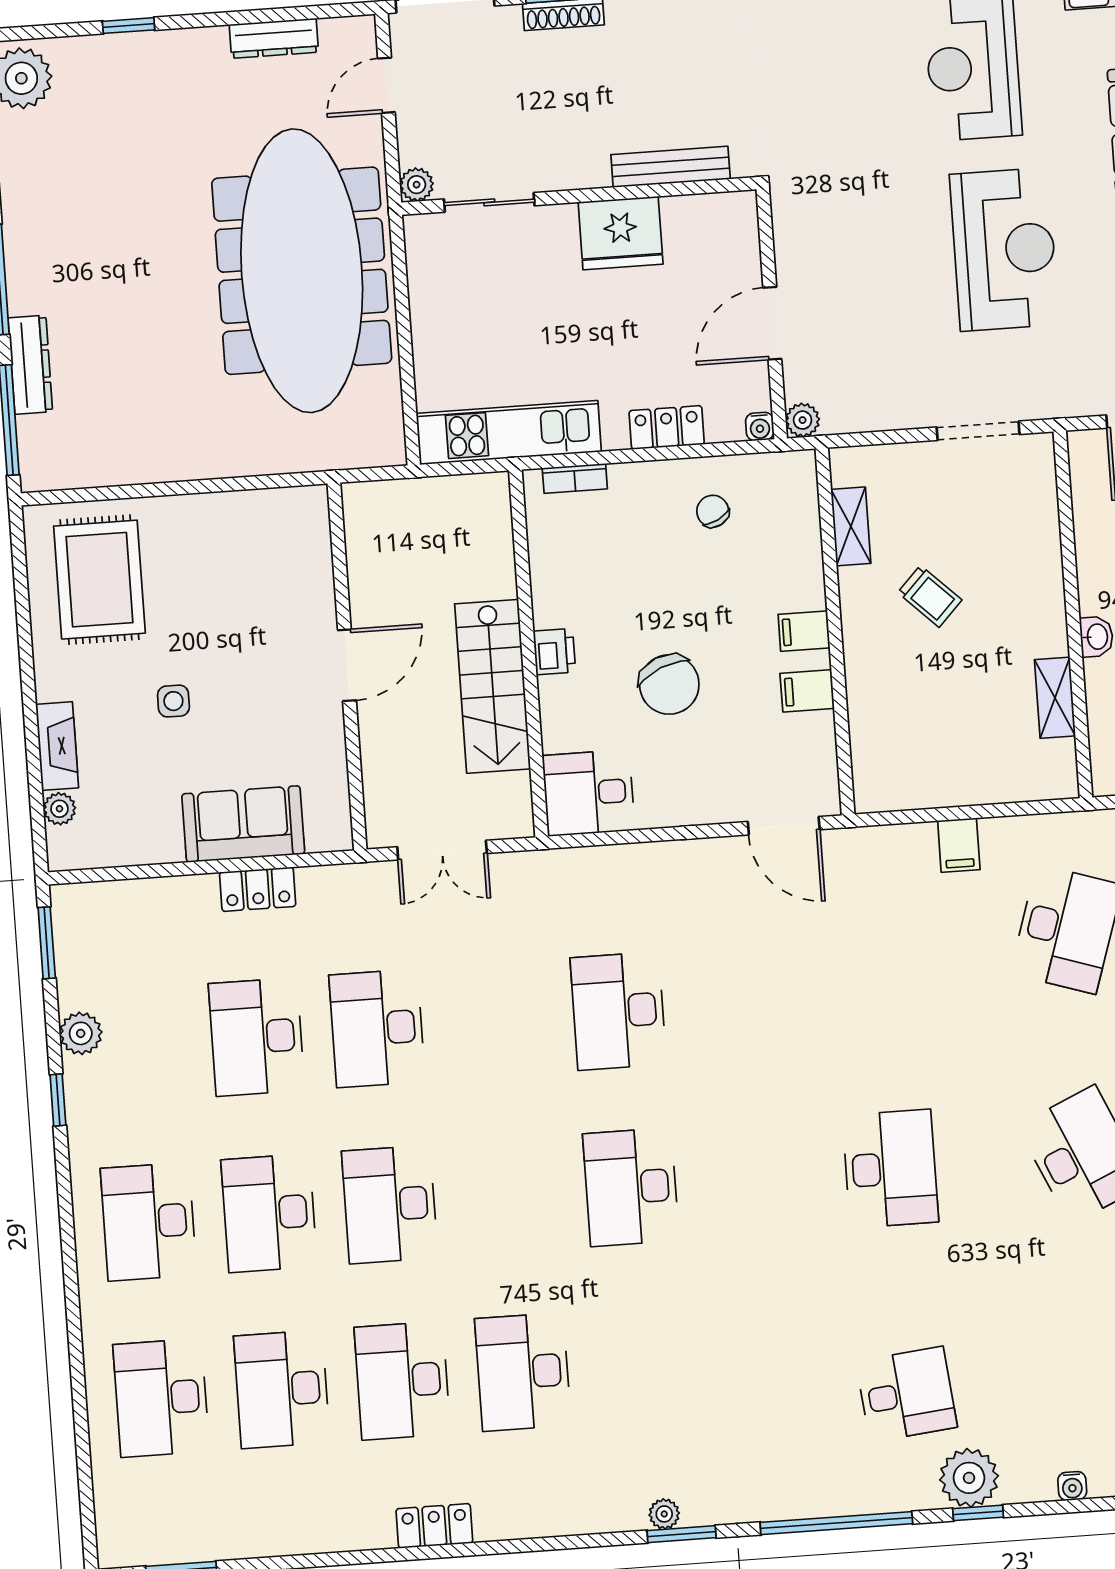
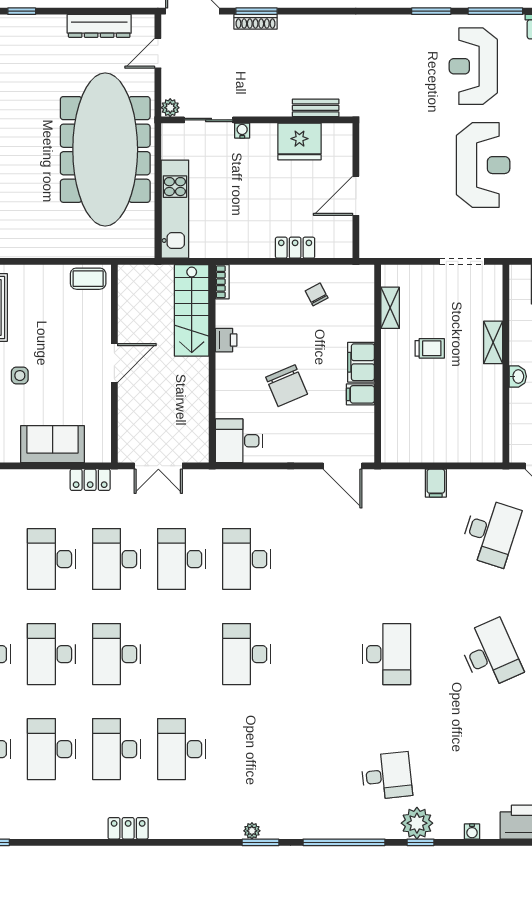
dresser: (274, 38) -> (99, 26), width x1.37, depth x1.24
bench: (671, 167) -> (316, 108), width x0.73
fridge: (621, 233) -> (299, 142), moved
plant: (803, 420) -> (368, 249), removed
water cooler: (760, 427) -> (242, 131), moved, turned 180
kitchen unit: (509, 433) -> (175, 209), moved, turned 90
bookcase: (575, 478) -> (222, 282), moved, turned -90
coffee table: (287, 512) -> (88, 279), added
trolley: (930, 596) -> (430, 348), turned -44
filing cabinet: (804, 631) -> (361, 362), width x2.00
printer: (554, 652) -> (226, 340), moved
stairs: (493, 686) -> (192, 310), moved
shelving: (1055, 698) -> (493, 342), moved
locker: (258, 889) -> (90, 480), moved
desk: (498, 1020) -> (182, 559), added

